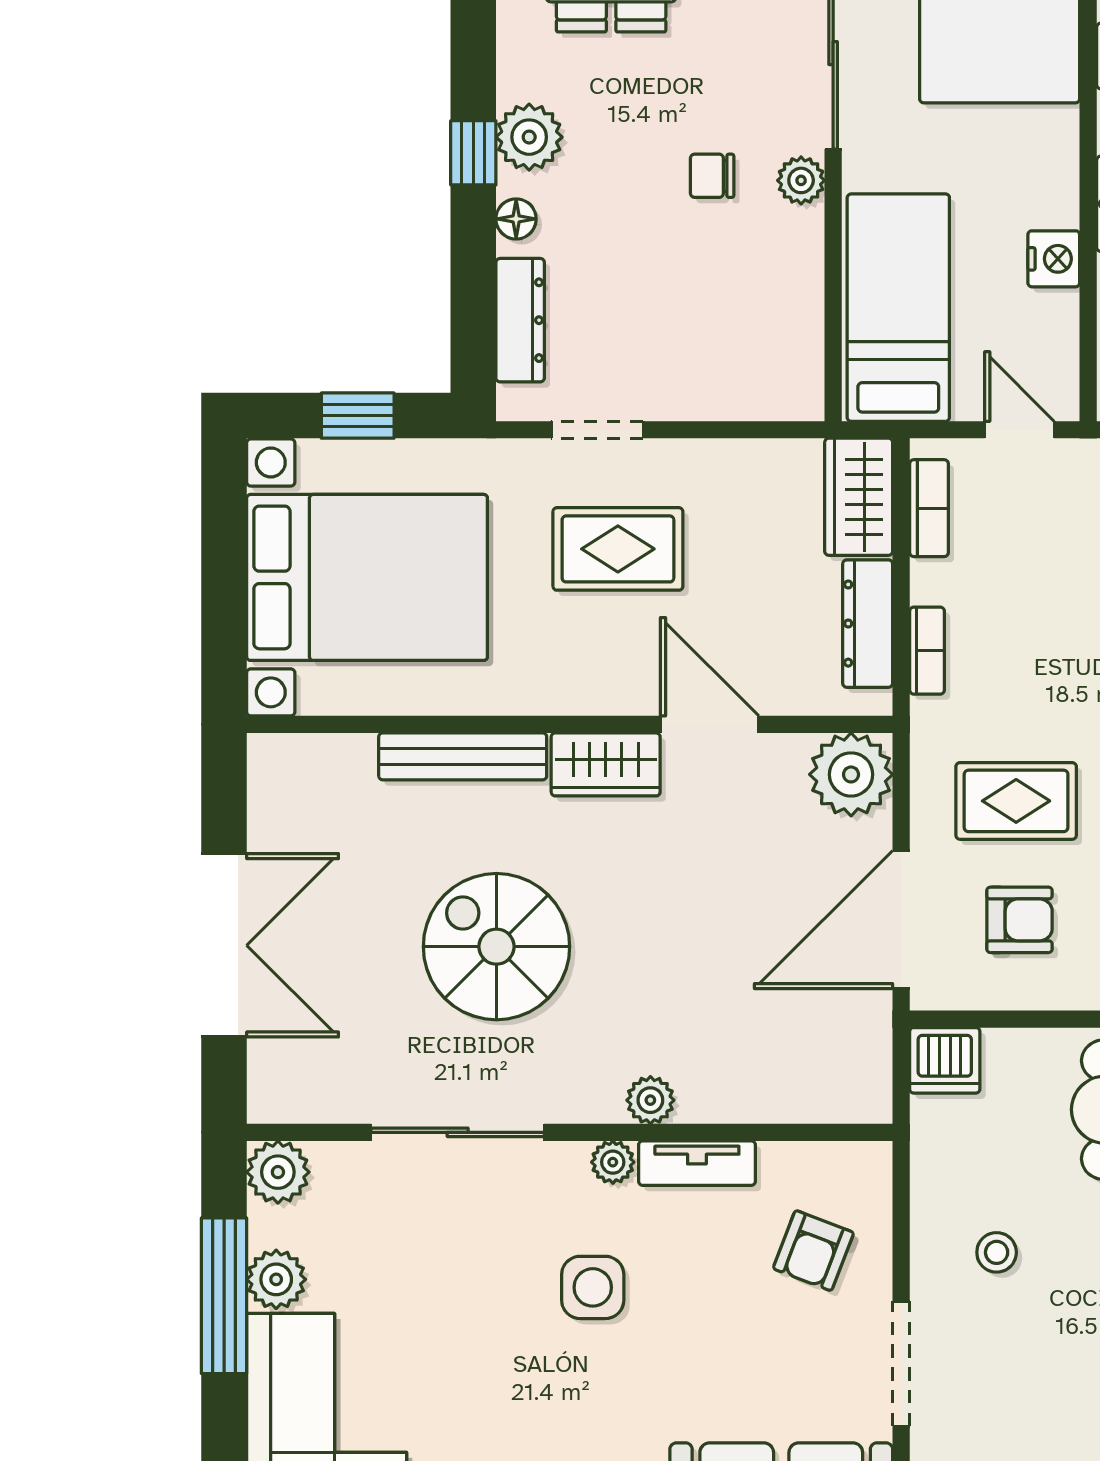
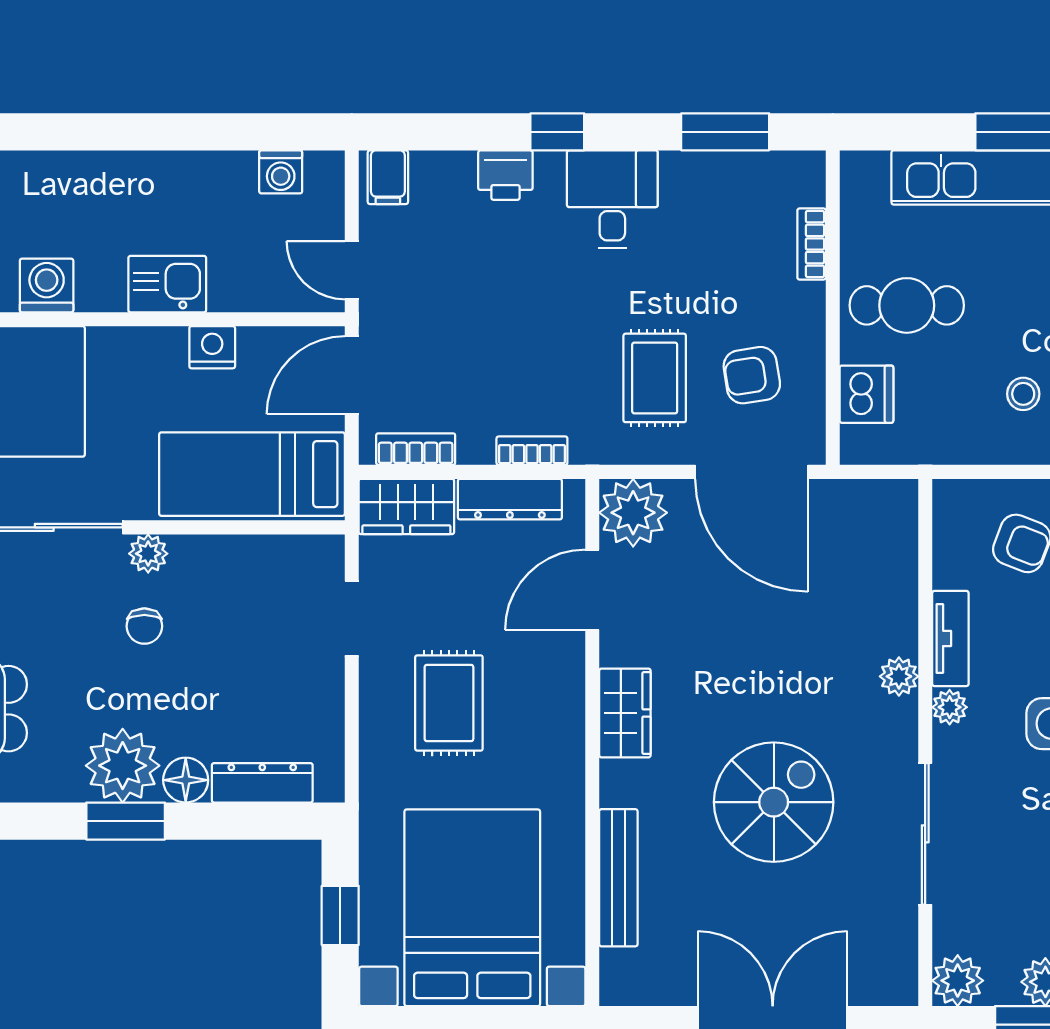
plant: (529, 137) -> (123, 766), width x1.36, depth x1.36
window: (473, 153) -> (126, 821), width x1.50
floor lamp: (516, 219) -> (186, 780), width x1.37, depth x1.37
doorway: (597, 430) -> (352, 619), moved
door: (1019, 430) -> (352, 375), width x1.38
door: (710, 724) -> (592, 590), moved
bench: (463, 756) -> (618, 878), moved
armchair: (1019, 920) -> (752, 375), turned -99
spiral stairs: (496, 947) -> (774, 802), turned 180
dishwasher: (945, 1060) -> (866, 394), moved

